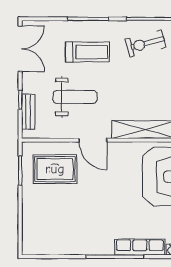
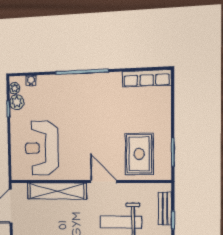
rug: (55, 169) -> (139, 154), turned 90
row of seats: (140, 247) -> (147, 78), moved

